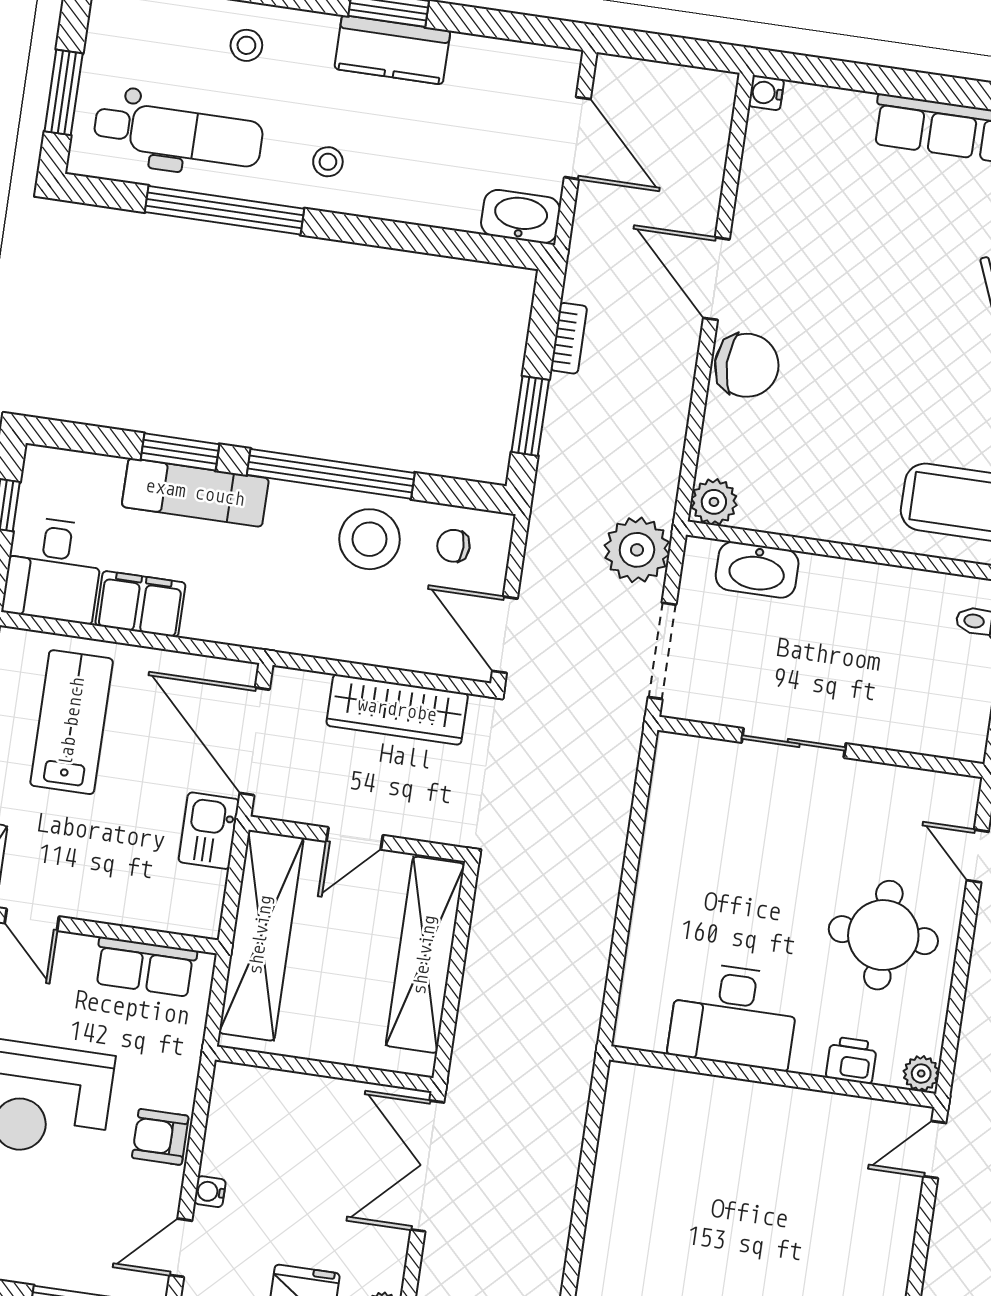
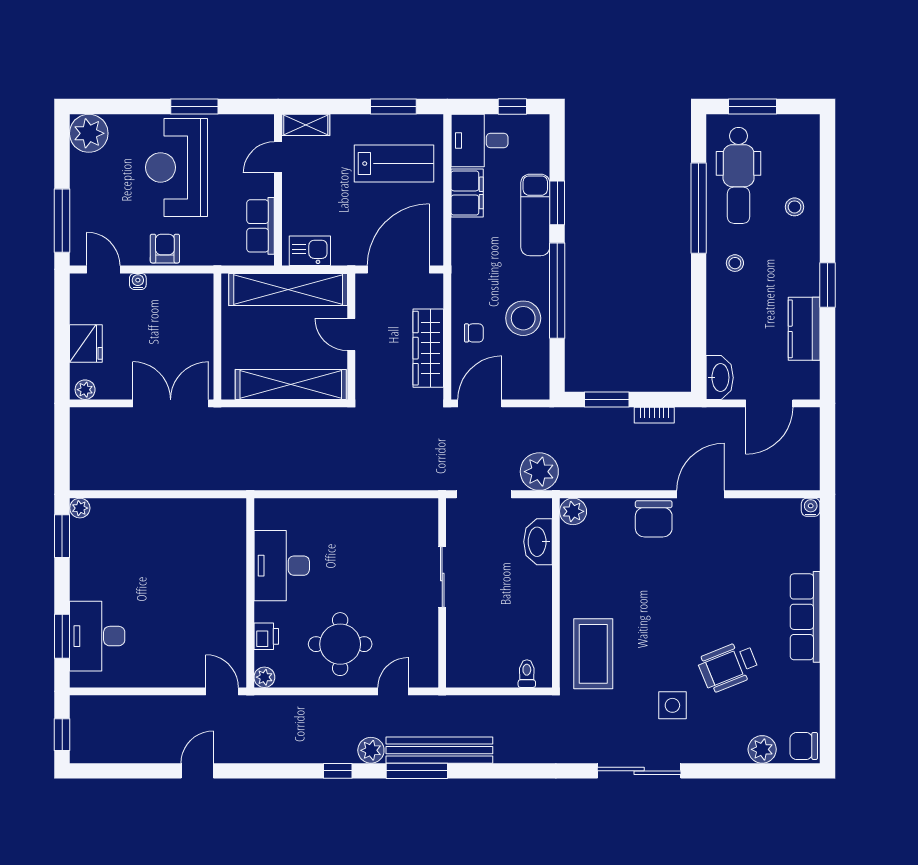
kitchen counter: (392, 50) -> (804, 329), moved
chair: (453, 546) -> (474, 333), moved, turned 90
kitchen sink: (209, 831) -> (310, 251), moved

